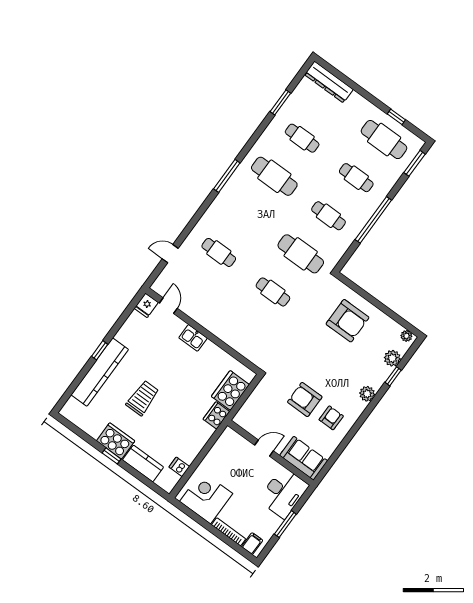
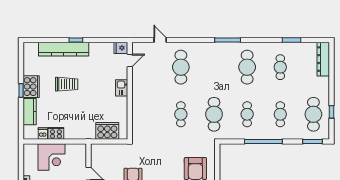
cafe table: (219, 252) -> (181, 67), width x1.37, depth x1.35
cooker: (216, 415) -> (56, 133), moved
corner desk: (206, 497) -> (52, 157), moved, turned 90

